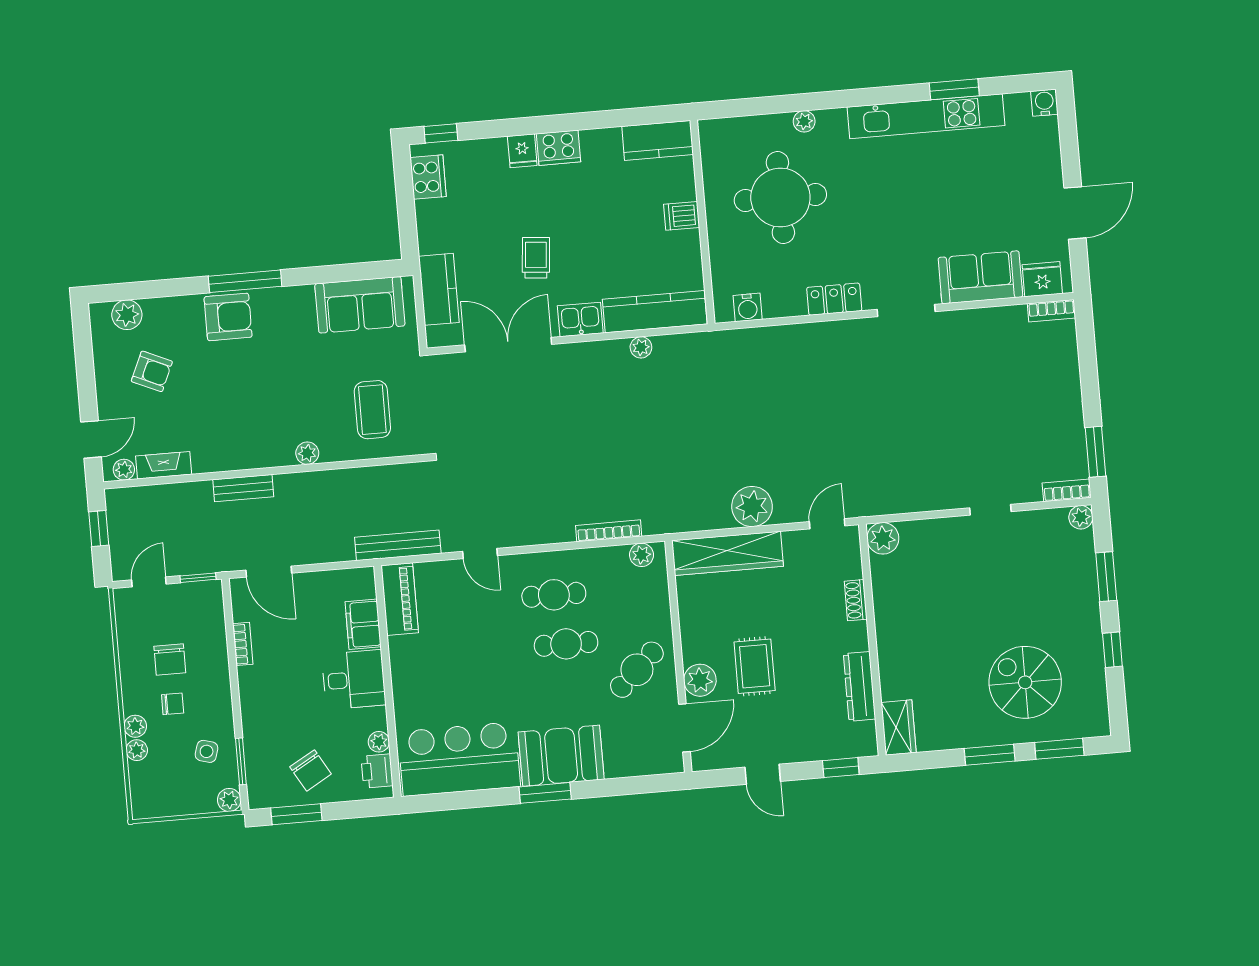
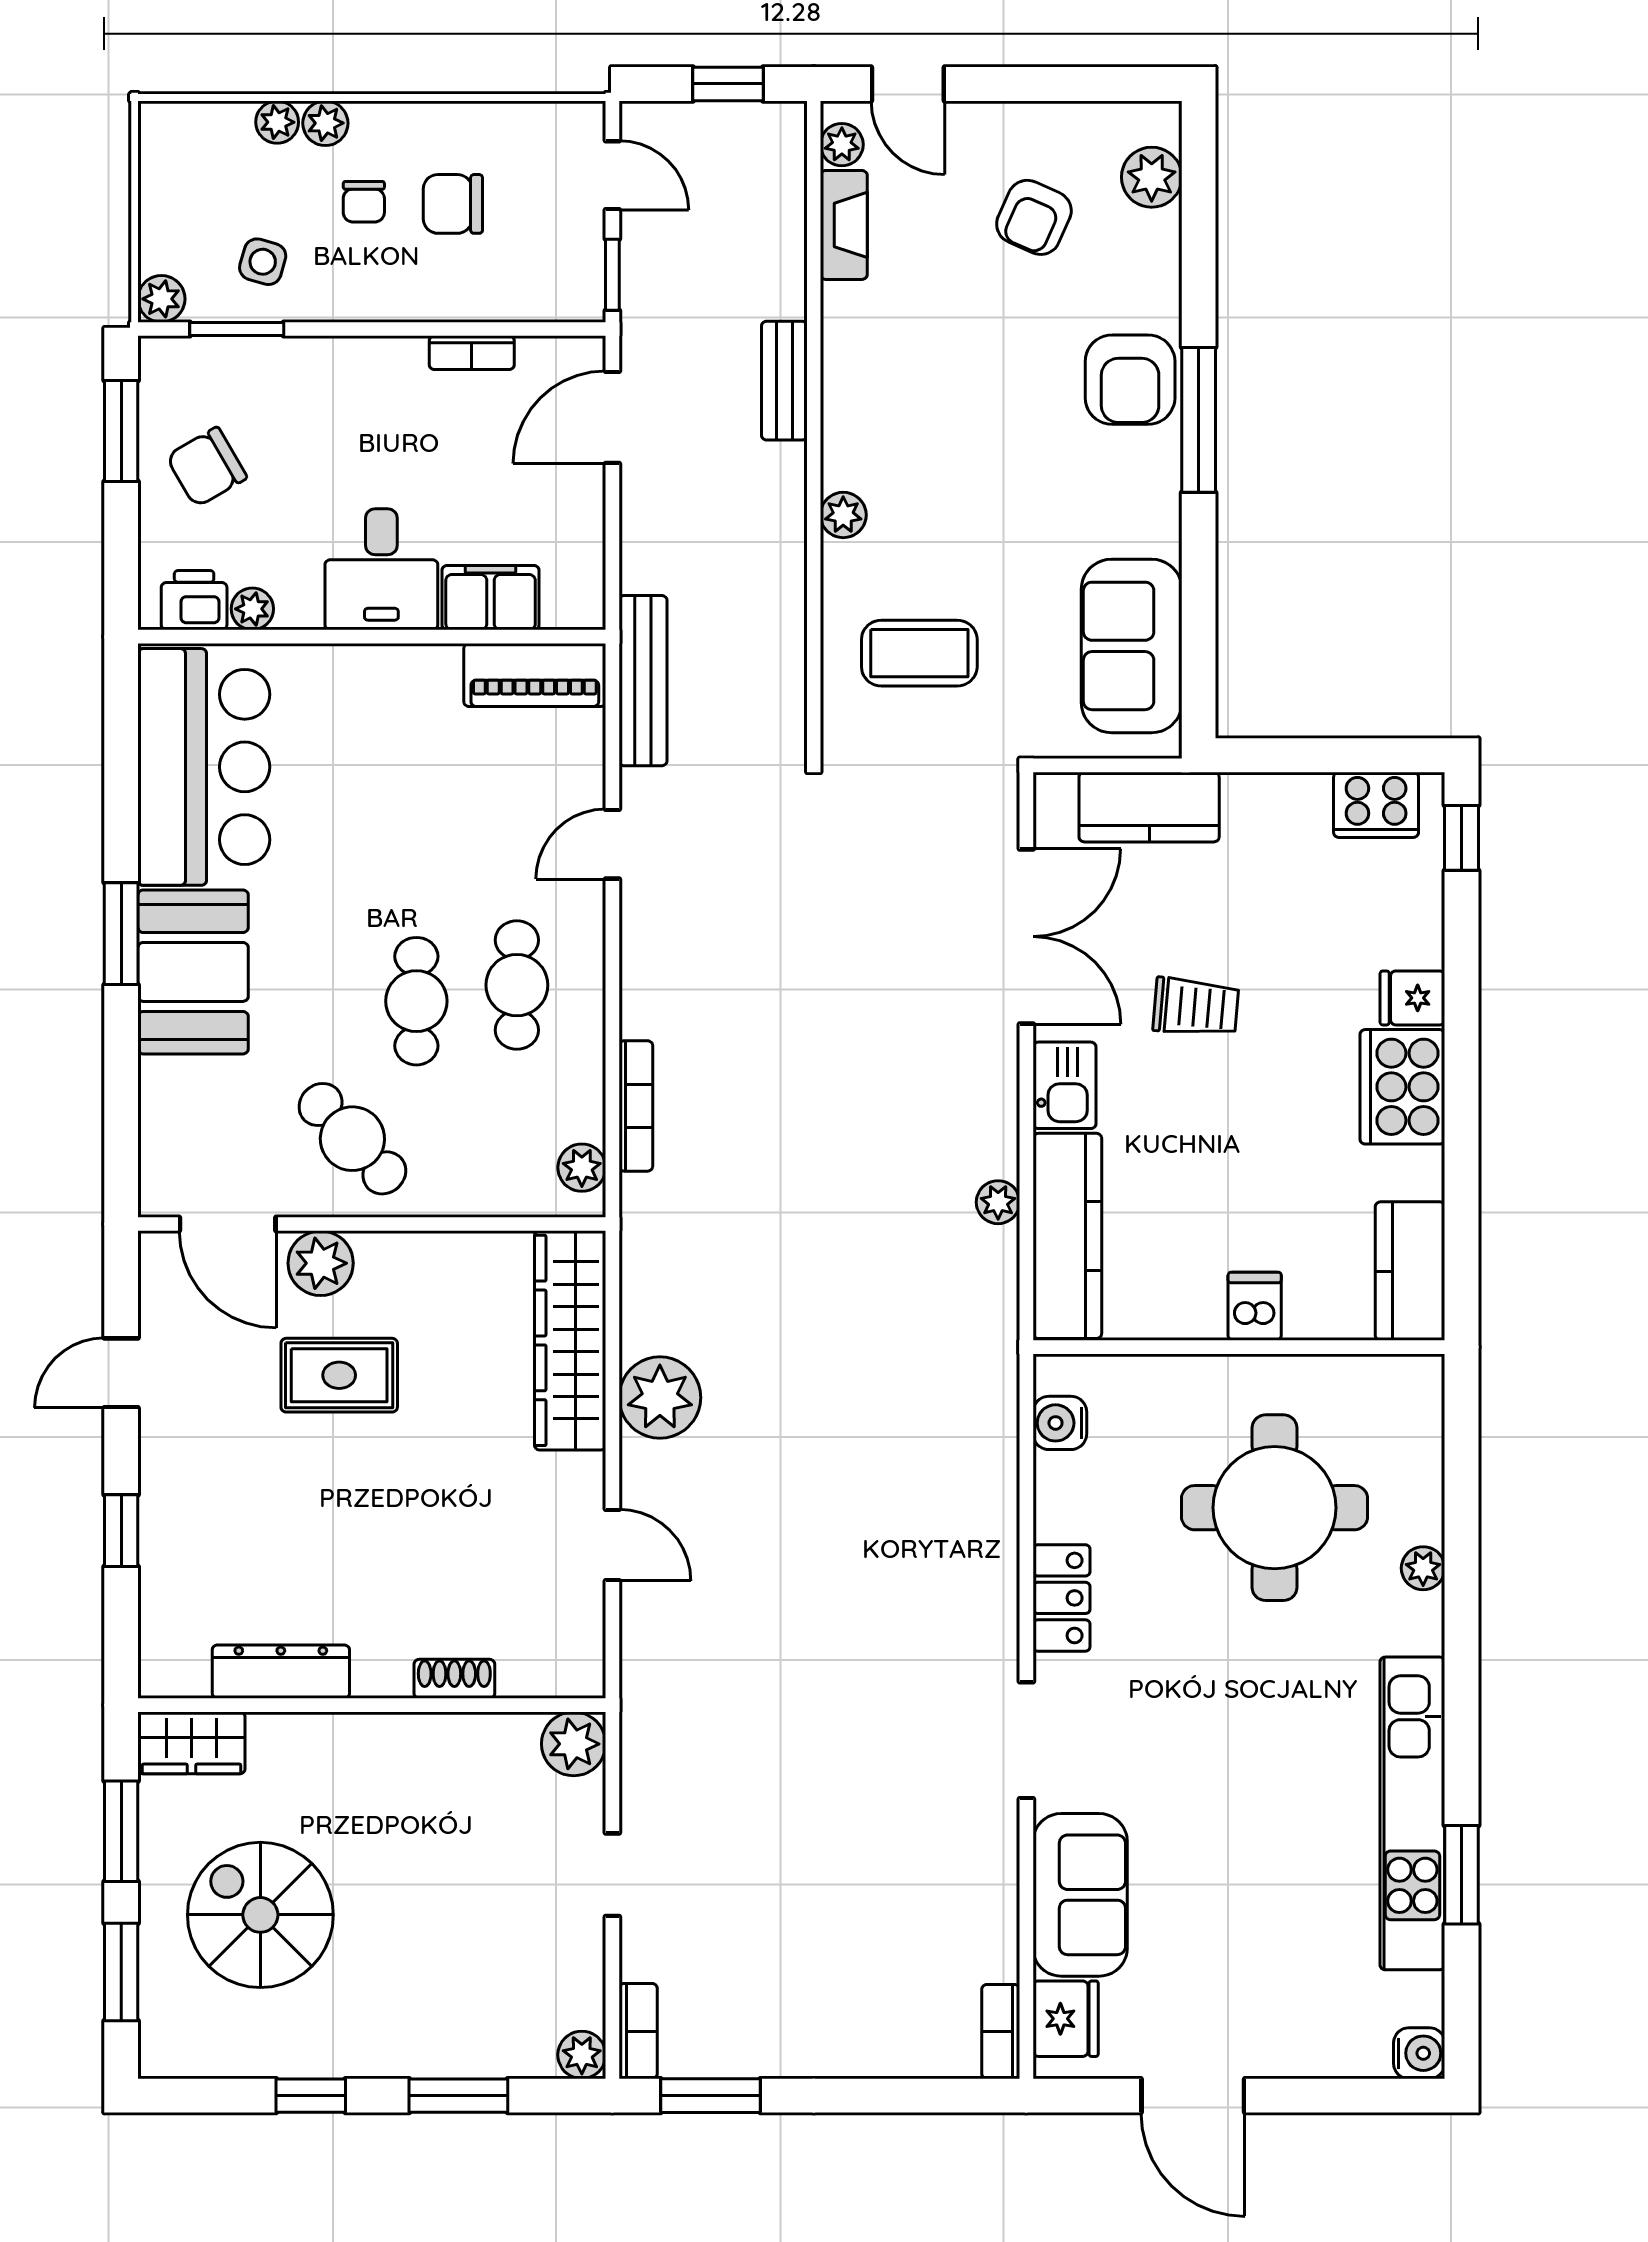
cooker: (559, 148) -> (1402, 1087), width x1.37, depth x1.31
plant: (883, 538) -> (574, 1744), moved
shoe rack: (856, 600) -> (454, 1679), moved
wall: (872, 640) -> (372, 1705), moved
spiral stairs: (1025, 682) -> (260, 1915), turned -90
dresser: (859, 686) -> (281, 1672), moved
wardrobe: (899, 728) -> (191, 1743), moved

